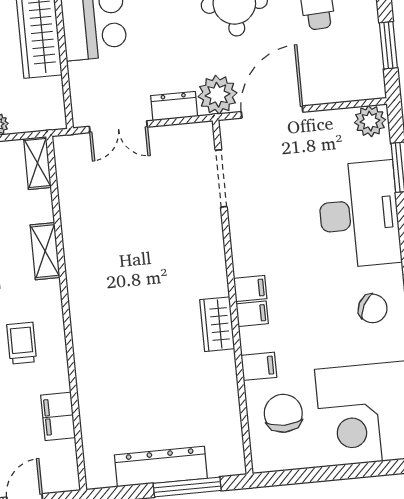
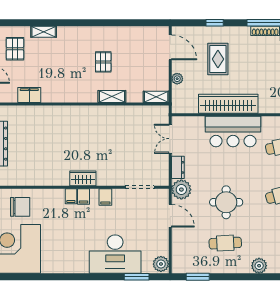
door: (272, 112) -> (170, 216), width x0.73
chair: (373, 308) -> (68, 256), removed
wardrobe: (217, 324) -> (83, 178), moved
trolley: (22, 343) -> (67, 80), removed
filing cabinet: (259, 366) -> (105, 197), moved

